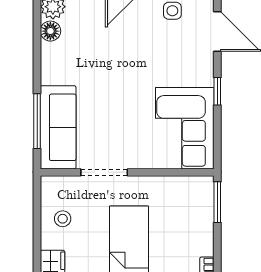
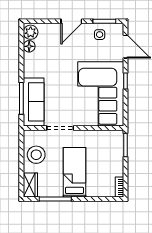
corner sofa: (185, 128) -> (101, 94), width x1.36, depth x1.36
stool: (63, 219) -> (36, 155), width x1.89, depth x1.89

